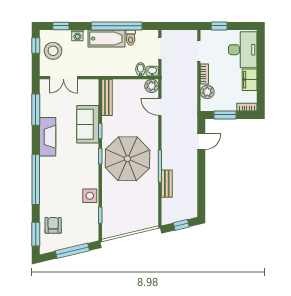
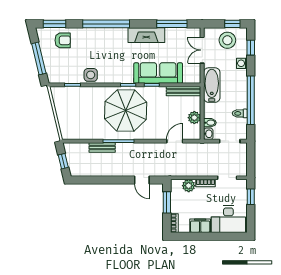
bathtub: (106, 39) -> (212, 85), moved, turned 180
plant: (152, 86) -> (194, 118), moved
sofa: (88, 124) -> (158, 73), width x1.36

